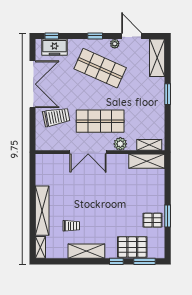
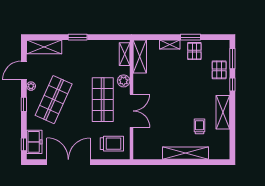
trolley: (56, 117) -> (112, 144), moved, turned 101
shelving: (40, 247) -> (170, 44), moved
pallet: (132, 247) -> (219, 70), width x0.67, depth x0.71

